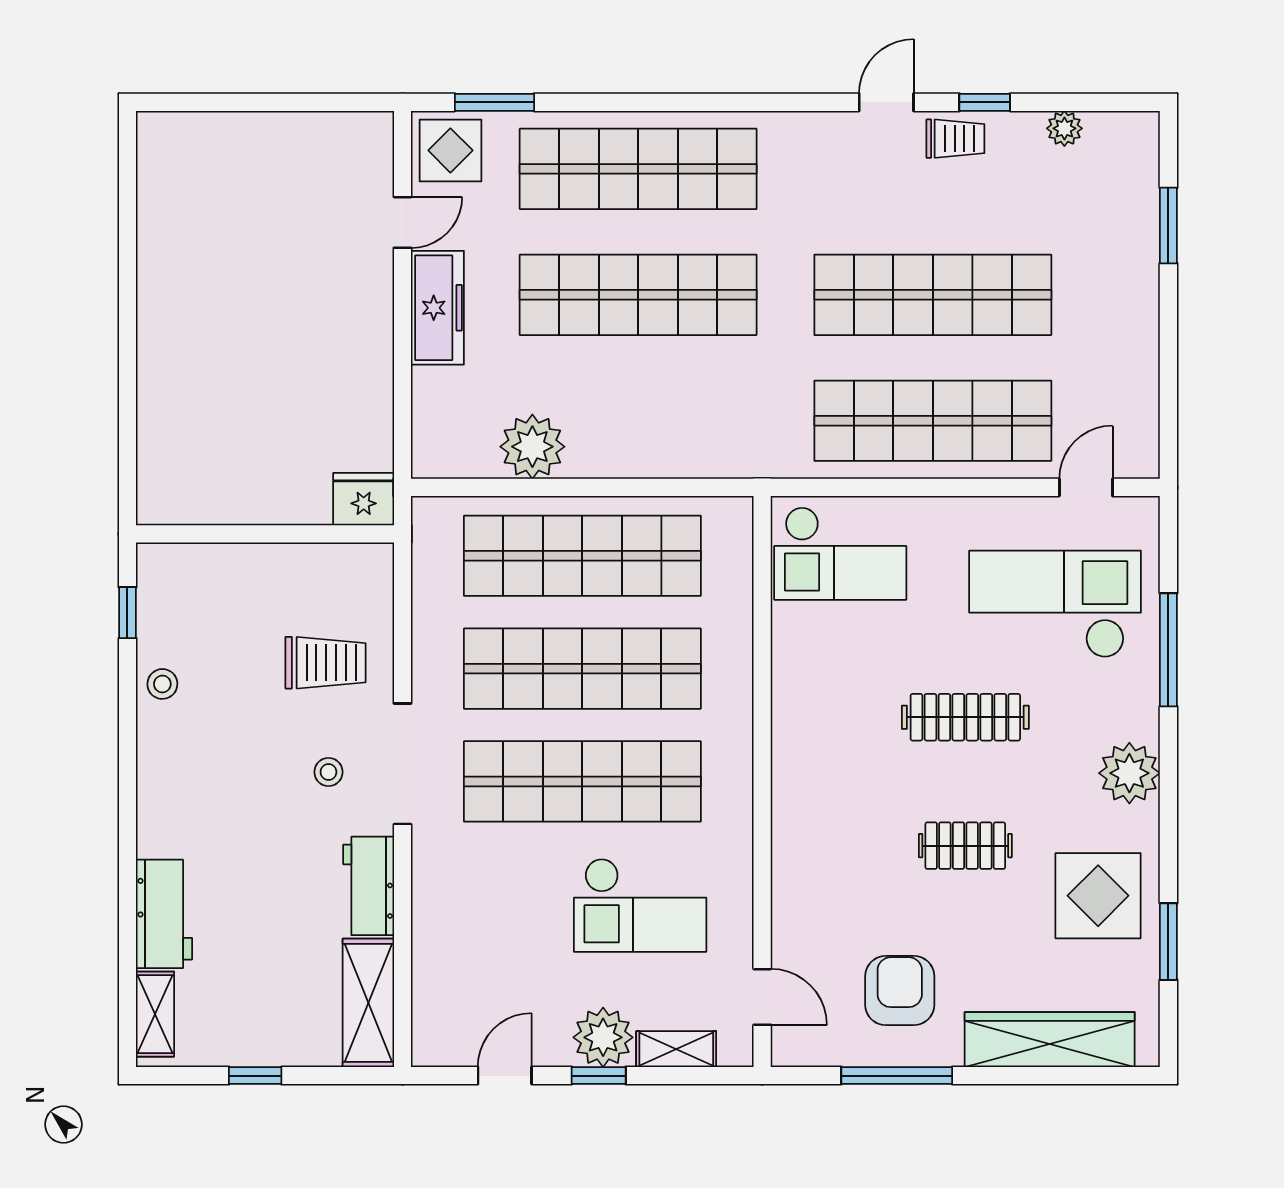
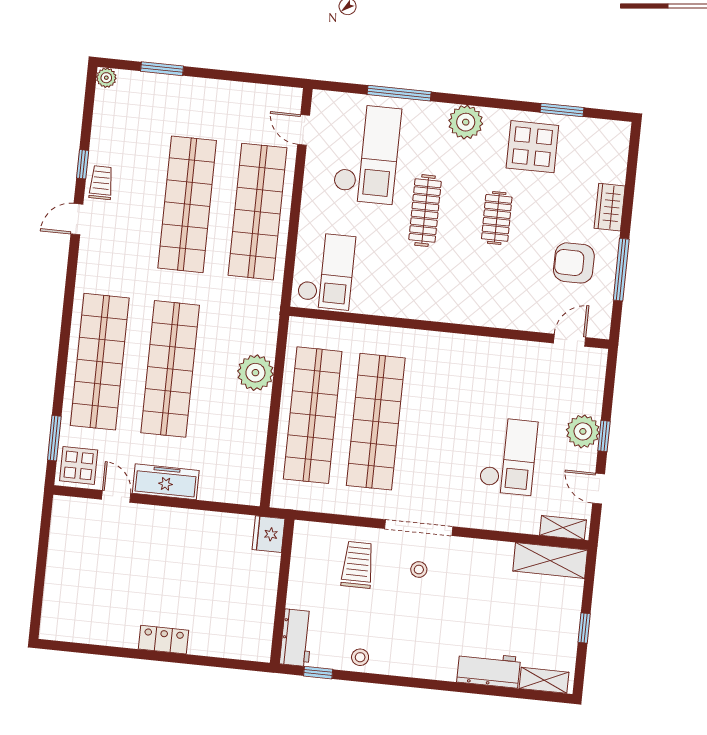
door: (886, 102) -> (77, 219), hinge flipped
plant: (1064, 128) -> (106, 78), moved
locker: (157, 333) -> (164, 640), added
plant: (532, 447) -> (255, 373), moved
checkout: (1055, 604) -> (367, 154), turned 180
shop shelf: (582, 781) -> (439, 428), removed
workbench: (369, 886) -> (297, 638), moved, turned -90
checkout: (640, 905) -> (508, 456), moved
wardrobe: (1050, 1040) -> (610, 207), width x0.48, depth x0.85
shelving: (676, 1049) -> (563, 528), moved, turned 90

